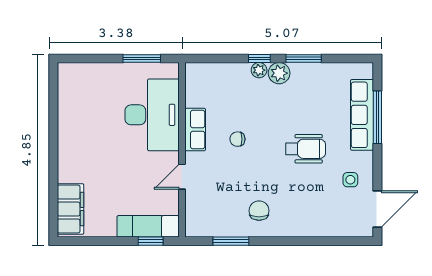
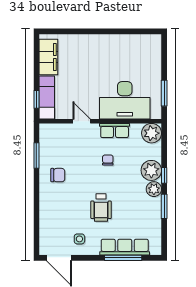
plant: (259, 70) -> (151, 170), width x1.88, depth x1.88
plant: (199, 77) -> (152, 133), added
filing cabinet: (70, 209) -> (48, 57), moved, turned -90

